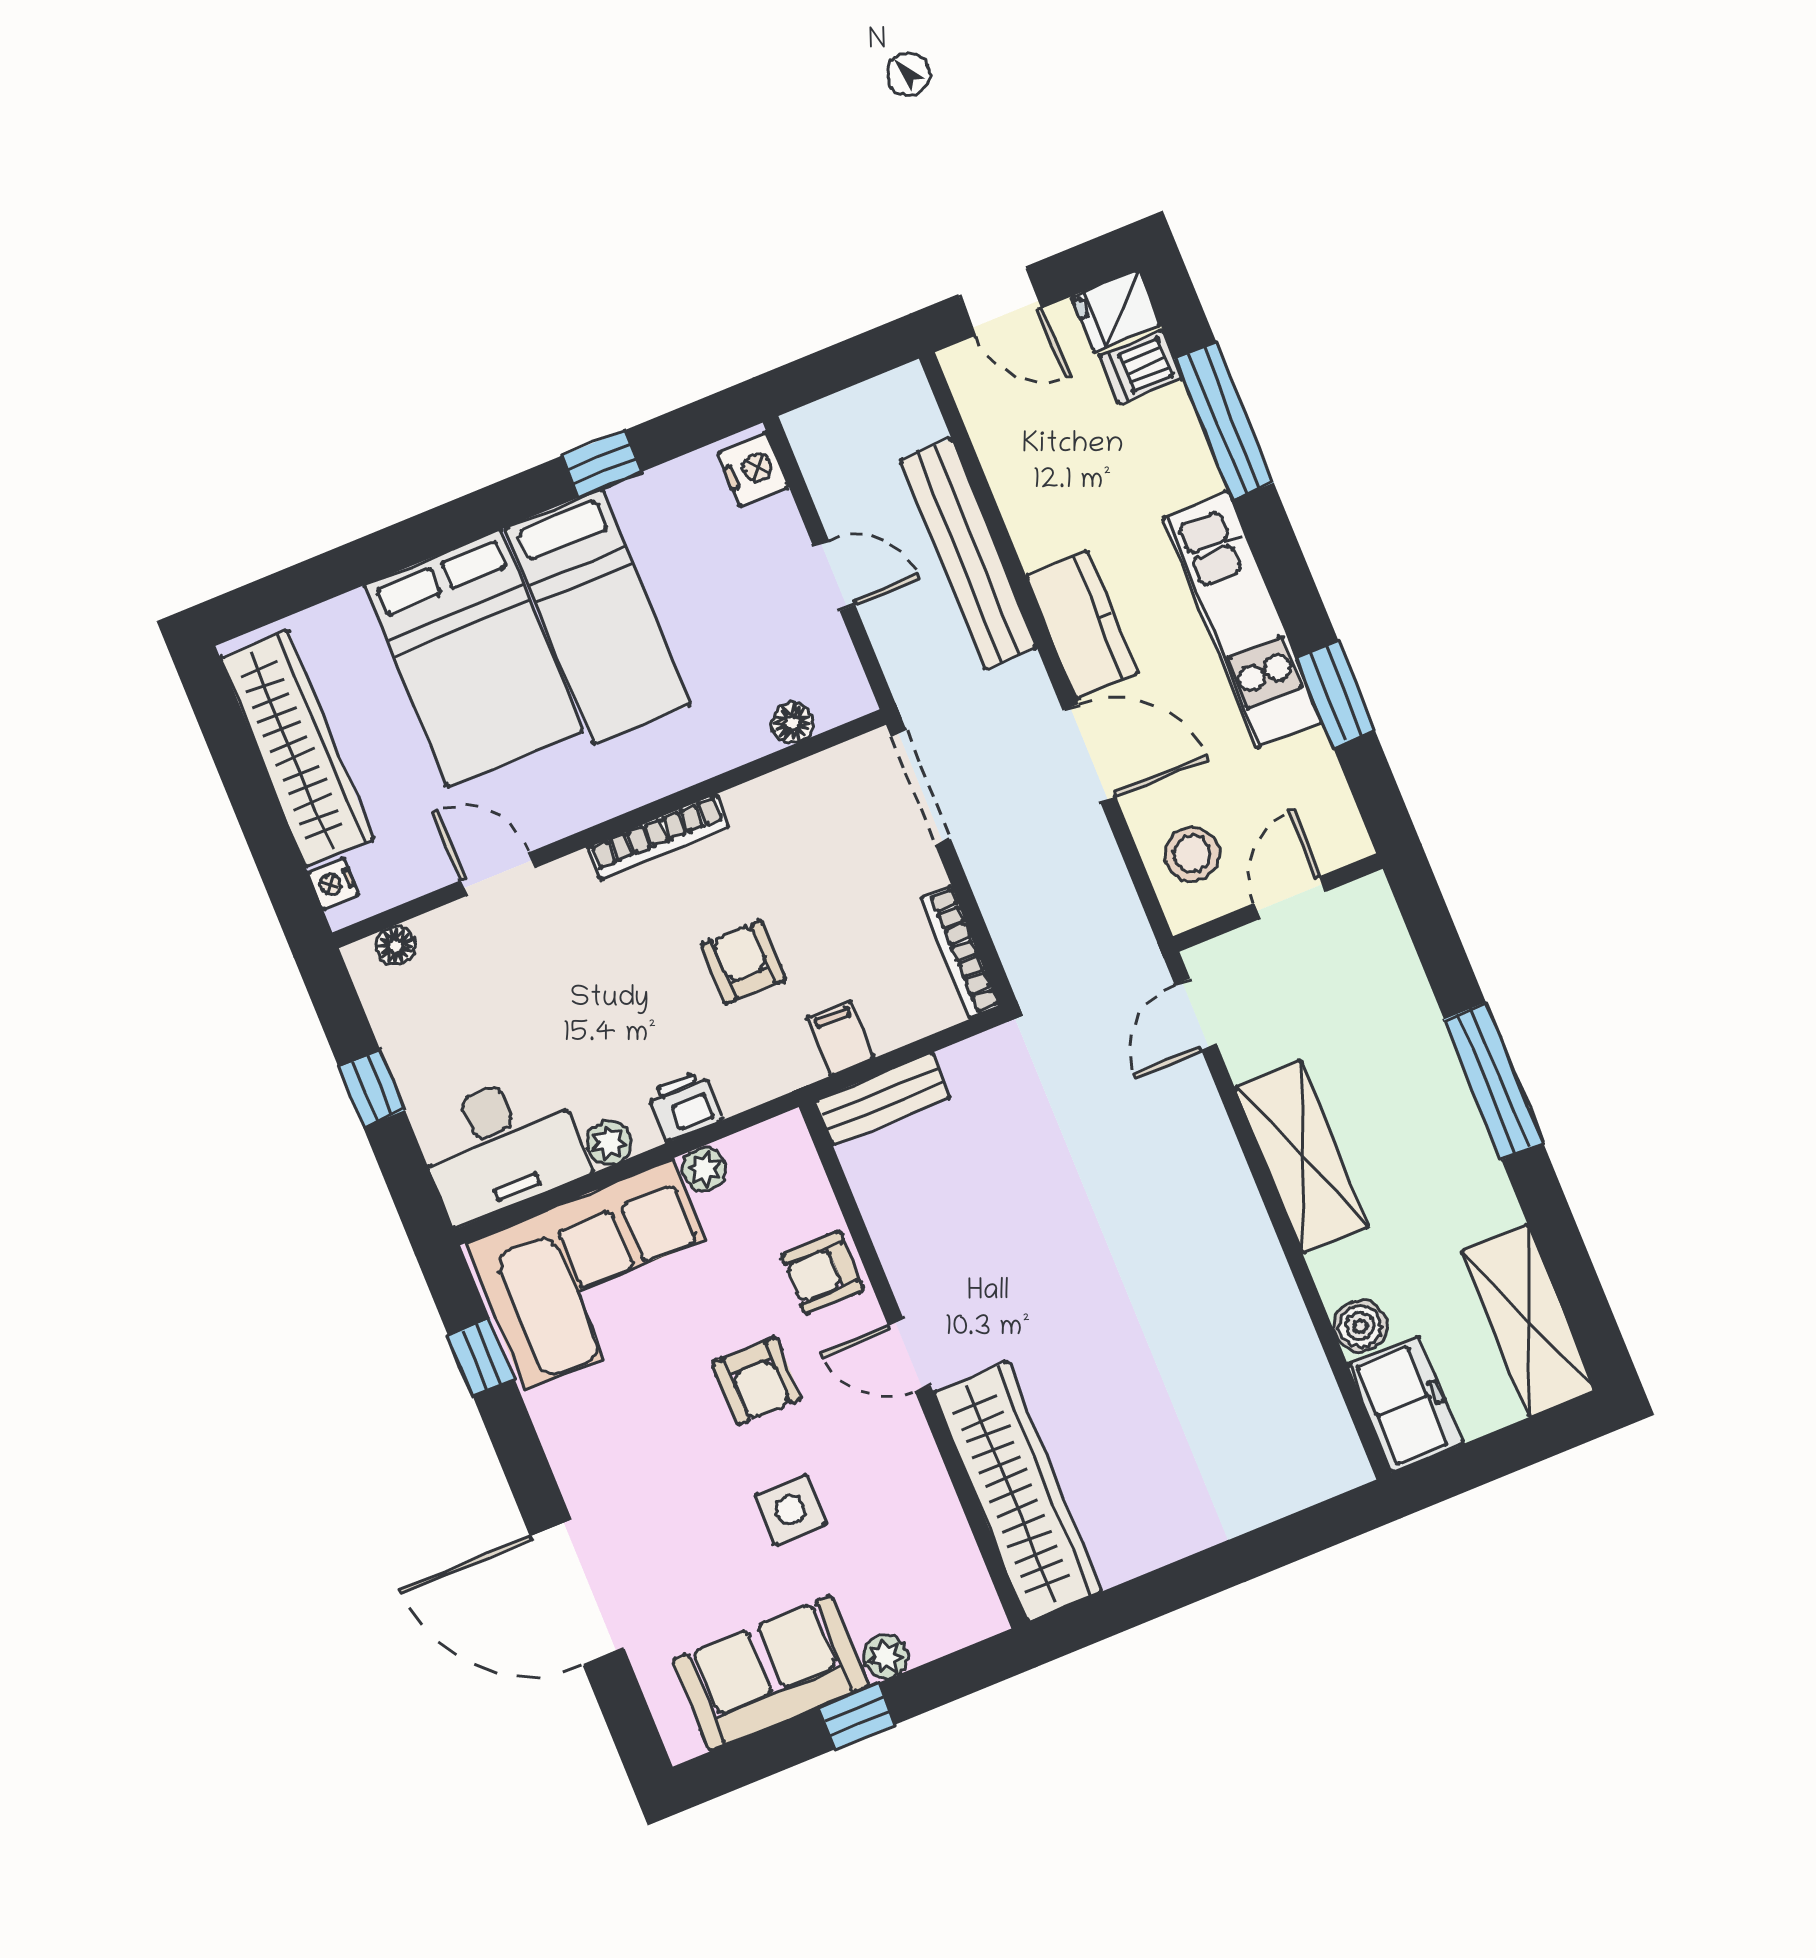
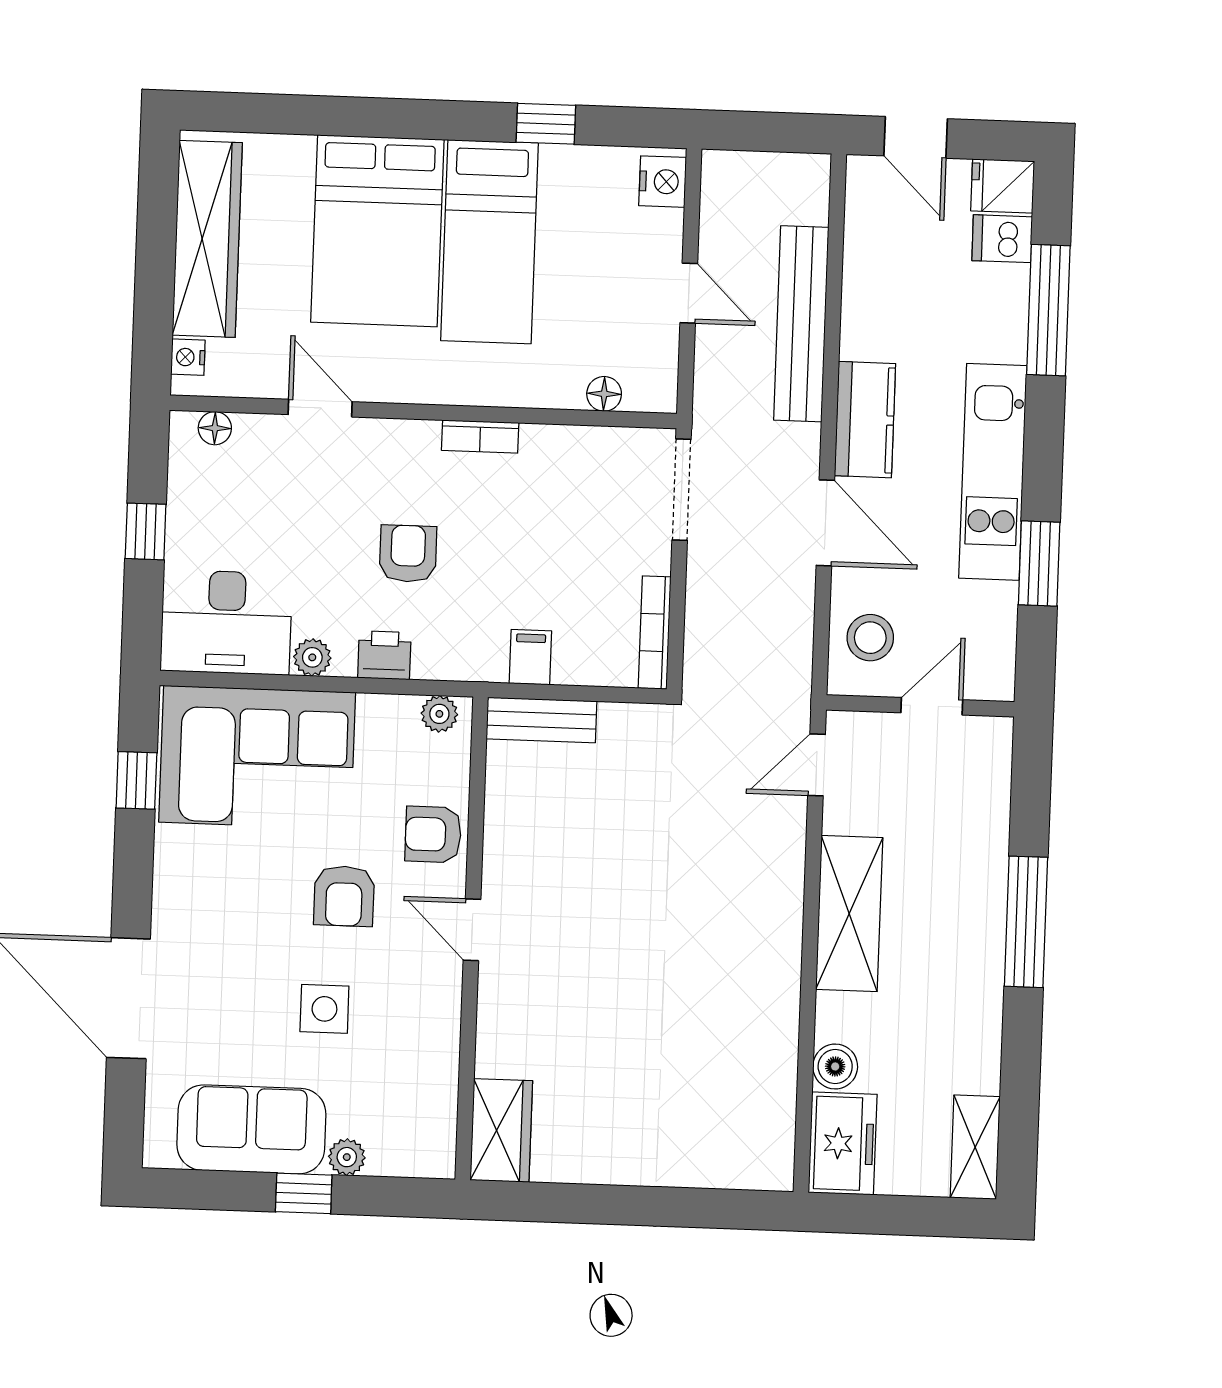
bookcase: (658, 837) -> (480, 436), width x0.64
armchair: (744, 962) -> (408, 554), moved
plant: (704, 1169) -> (439, 714), moved
shelving: (1528, 1320) -> (975, 1147), width x0.67, depth x0.75
wardrobe: (1017, 1492) -> (501, 1130), width x0.48, depth x0.85

